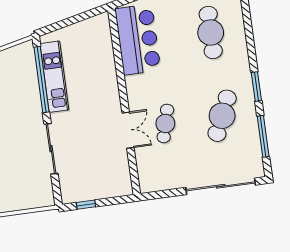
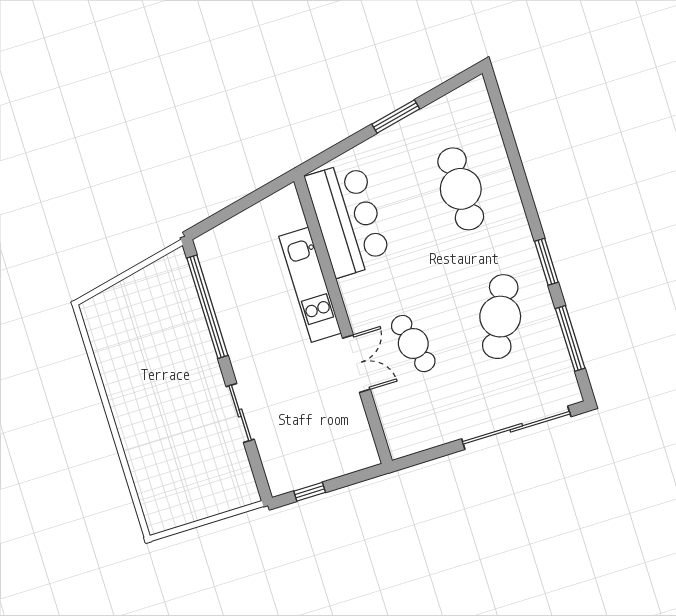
kitchen unit: (54, 77) -> (310, 285), moved, turned 180
cafe table: (165, 123) -> (413, 344), turned -30
sliding door: (51, 149) -> (240, 413), width x0.73

